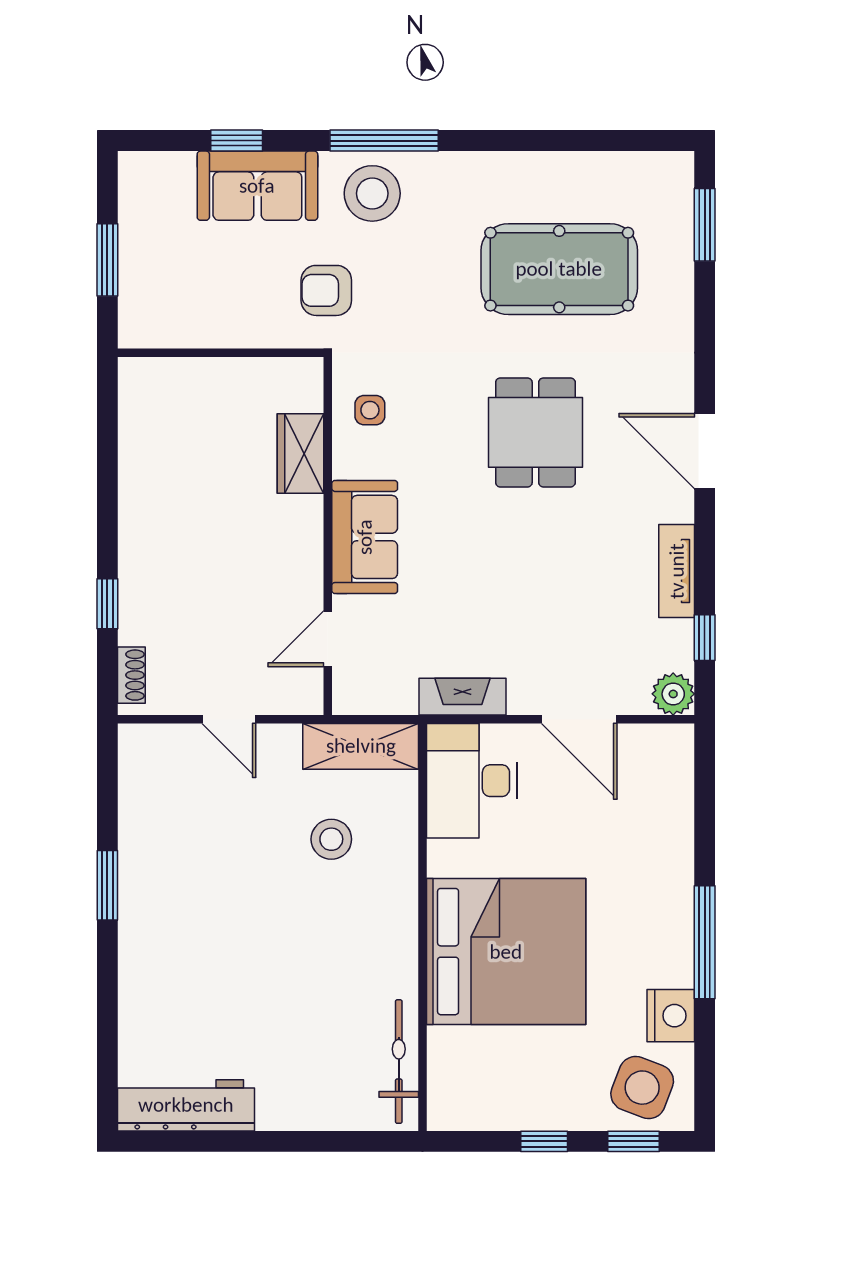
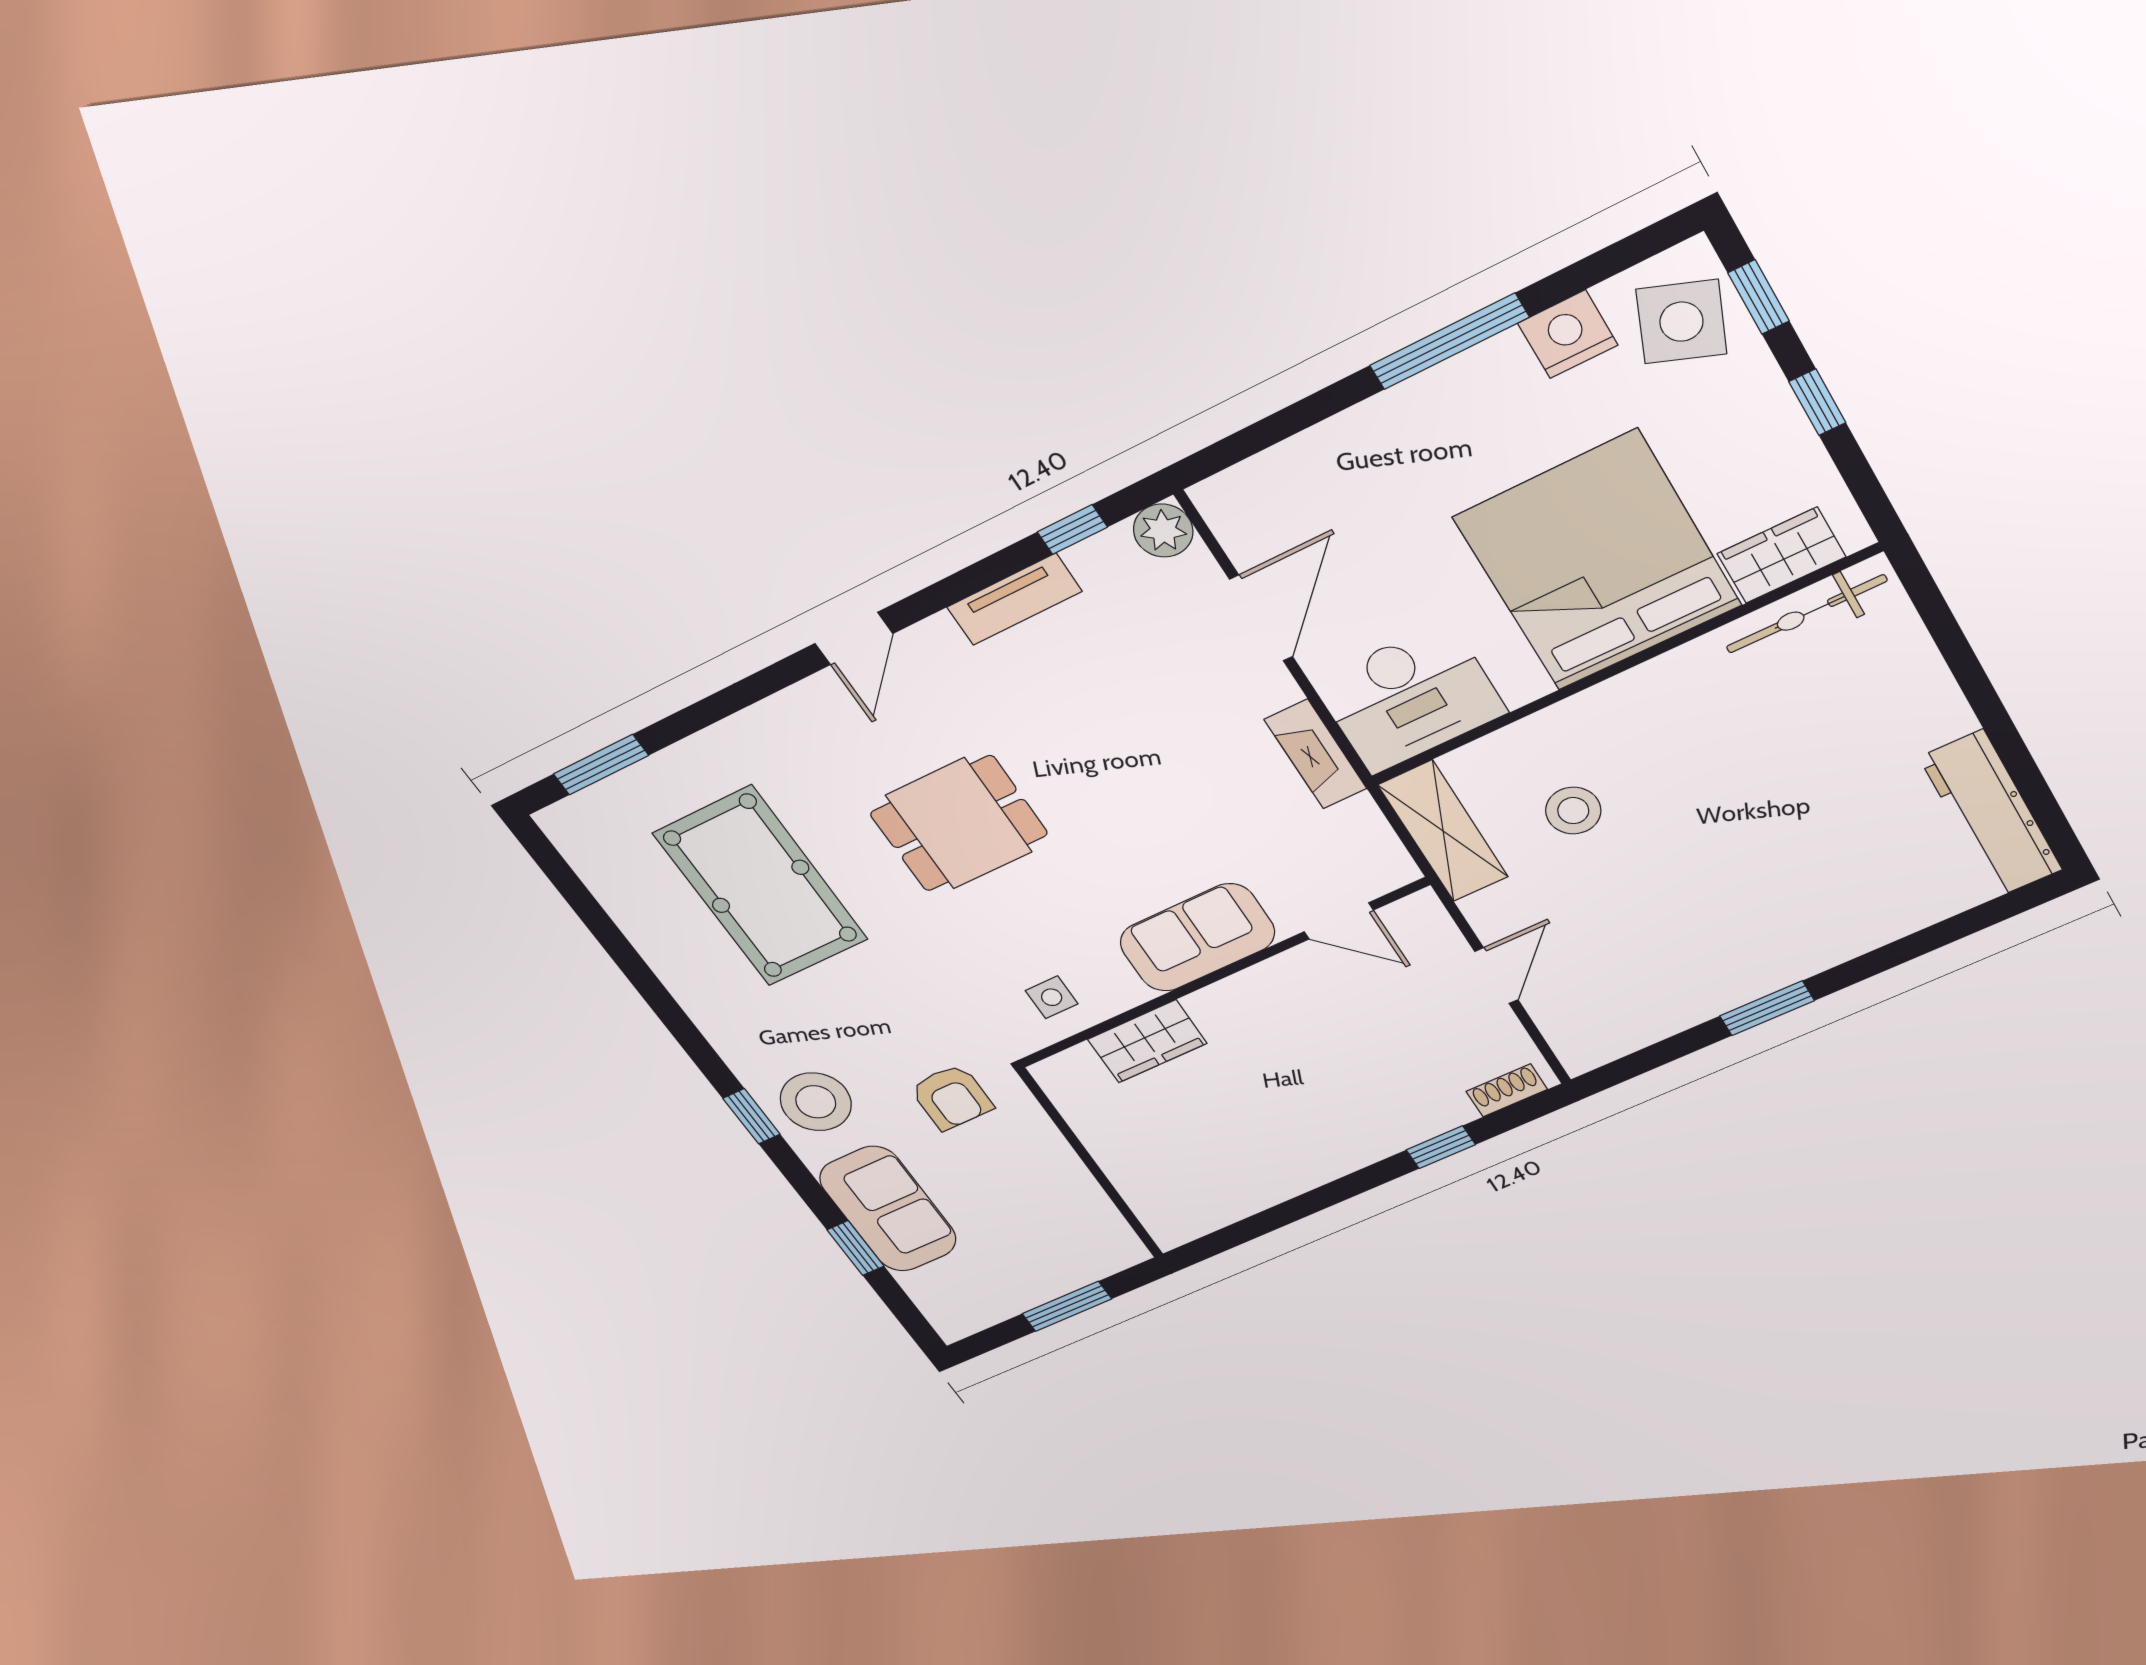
window: (384, 141) -> (752, 1116), width x0.46
door: (705, 451) -> (854, 638), width x0.73
wardrobe: (449, 1067) -> (1781, 555), added

